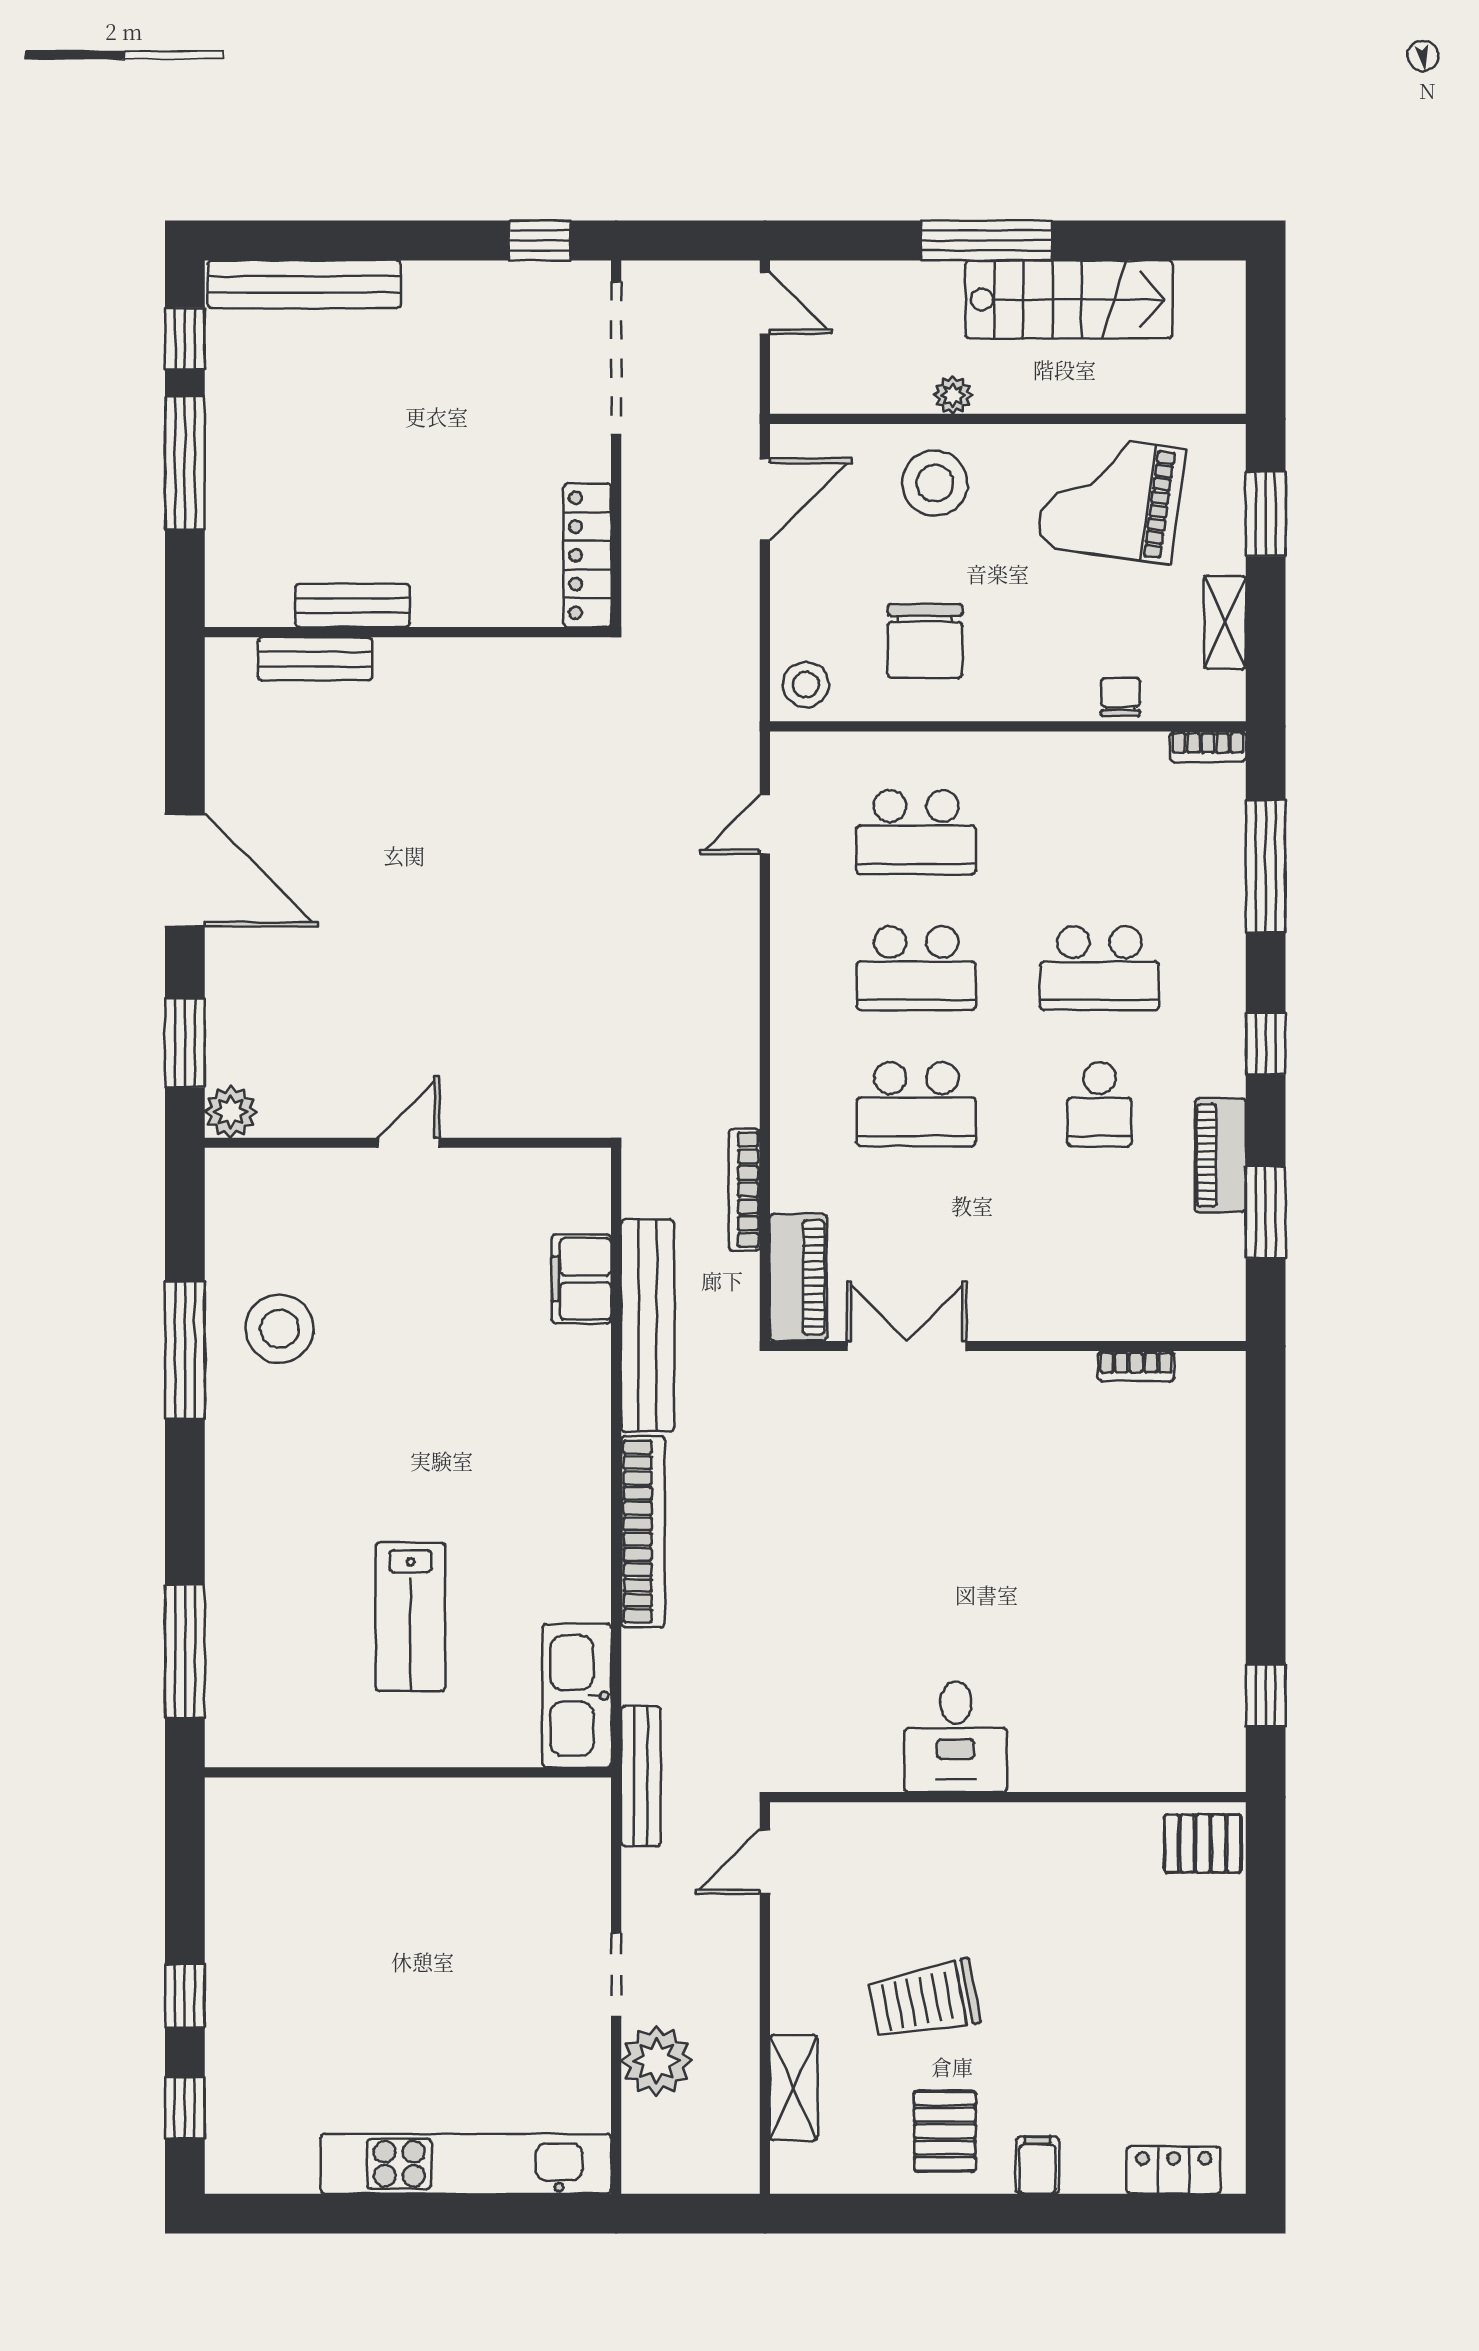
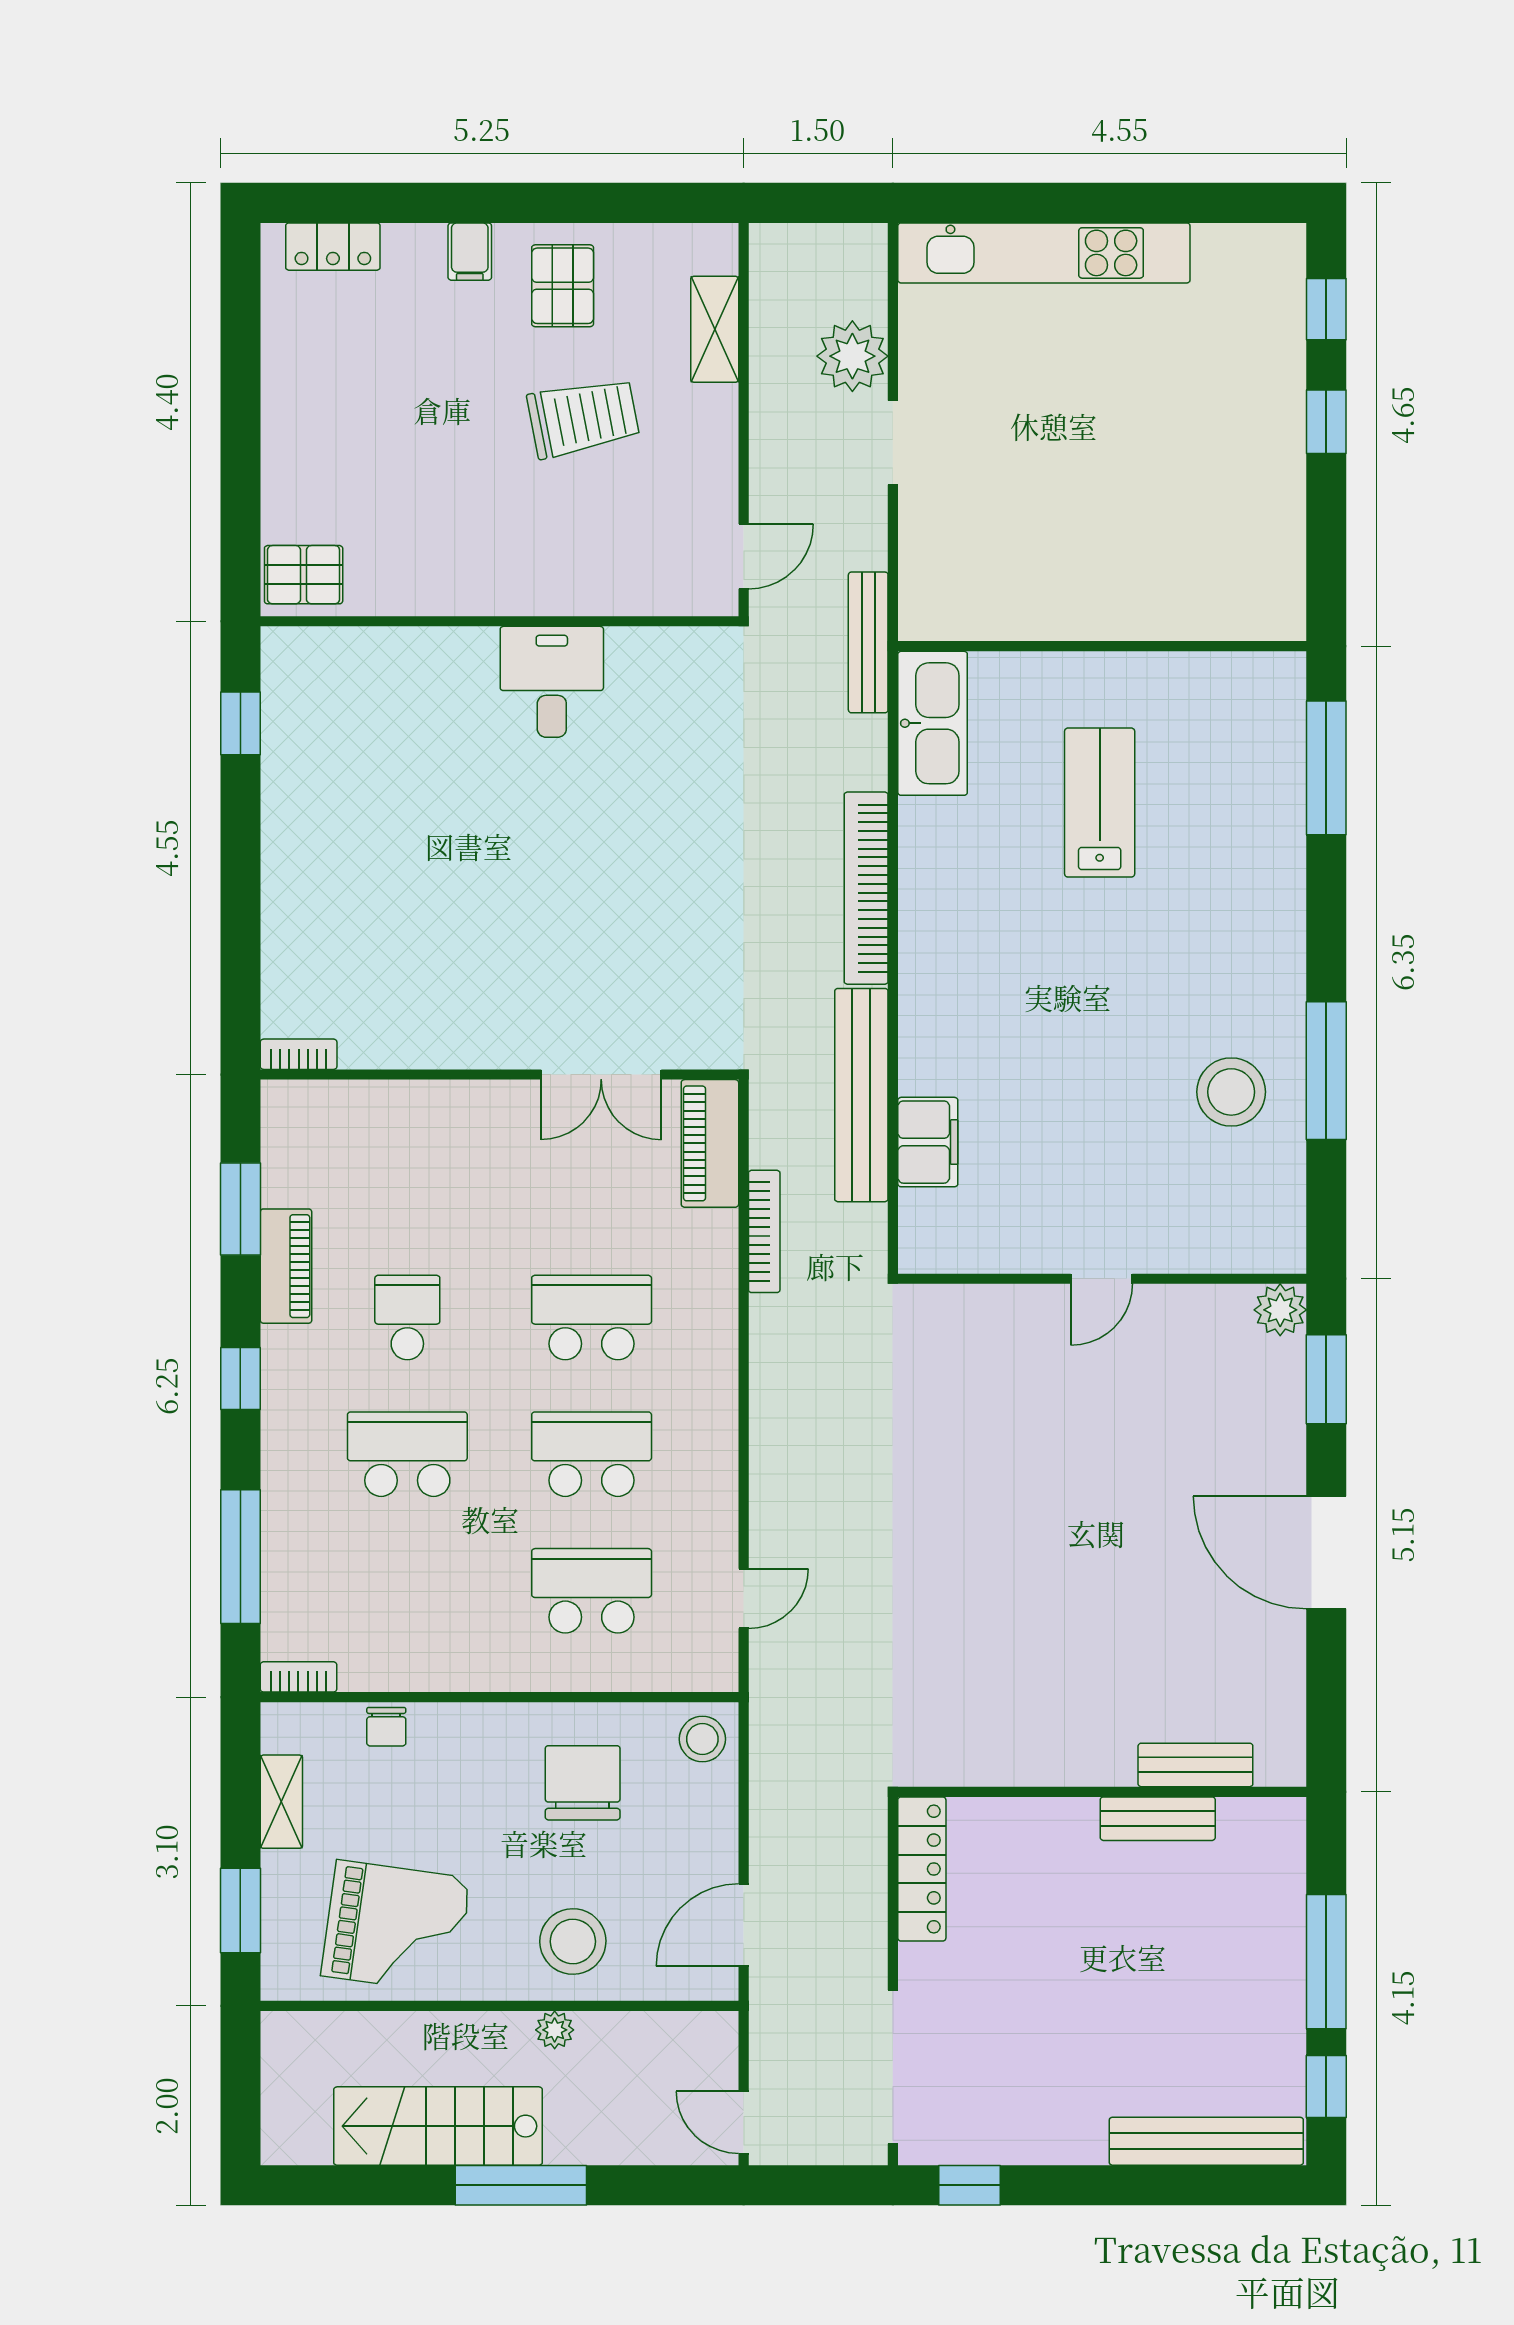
bookcase: (1136, 1366) -> (299, 1054), moved

